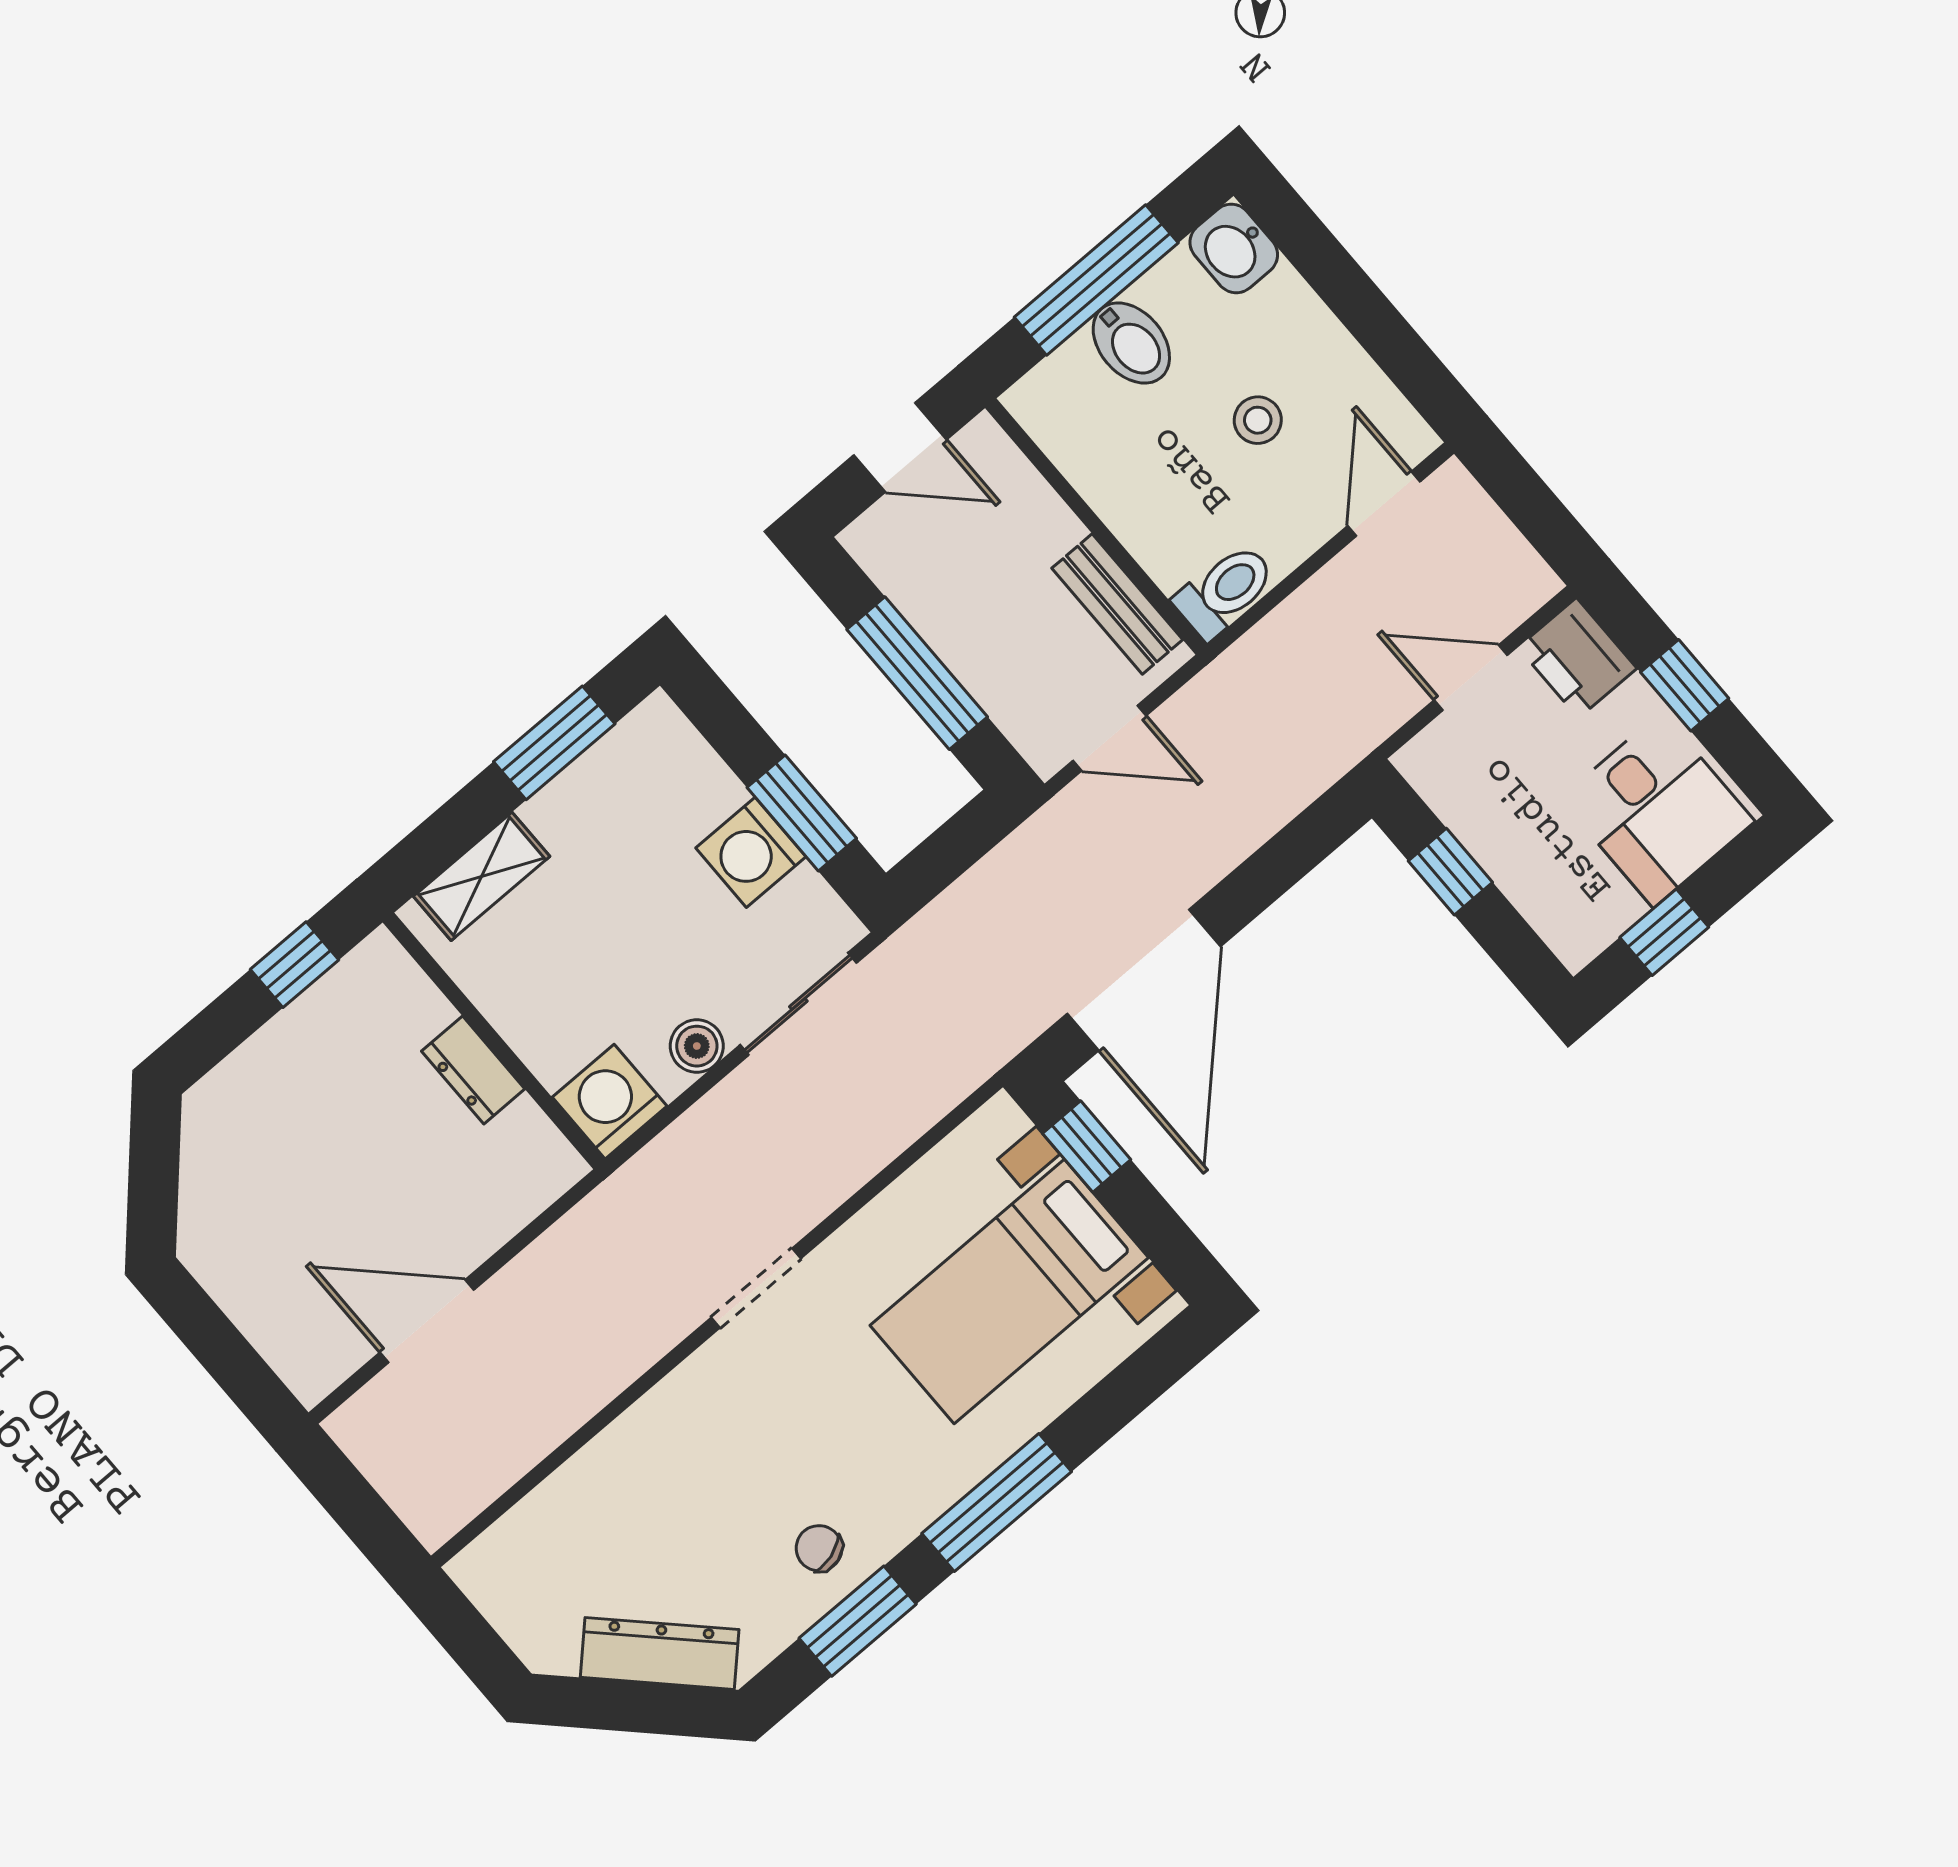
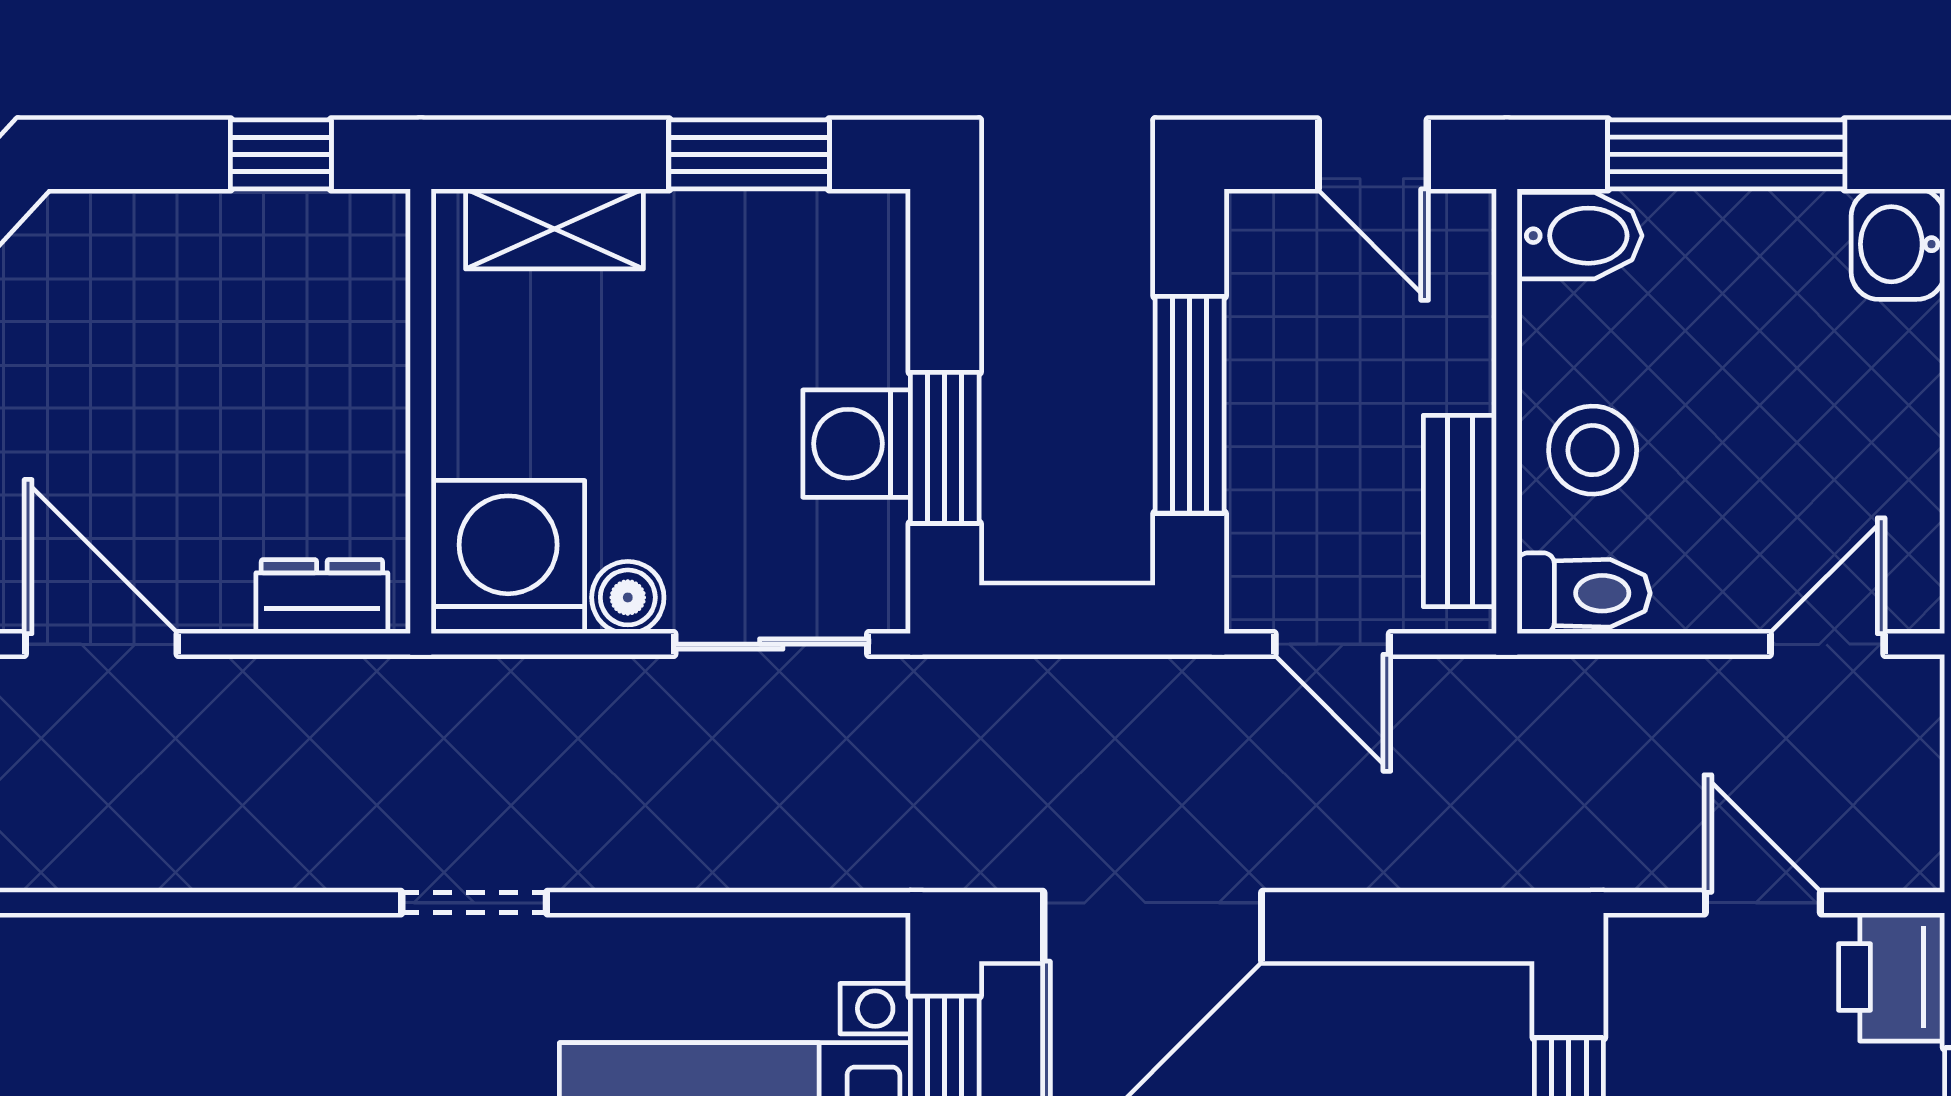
bidet: (1131, 343) -> (1580, 236), moved, turned -90
stool: (1258, 420) -> (1593, 450), moved, width x1.37, depth x1.37
dresser: (473, 1070) -> (322, 597), moved, turned 90
washing machine: (610, 1102) -> (508, 557), width x1.37, depth x1.37

